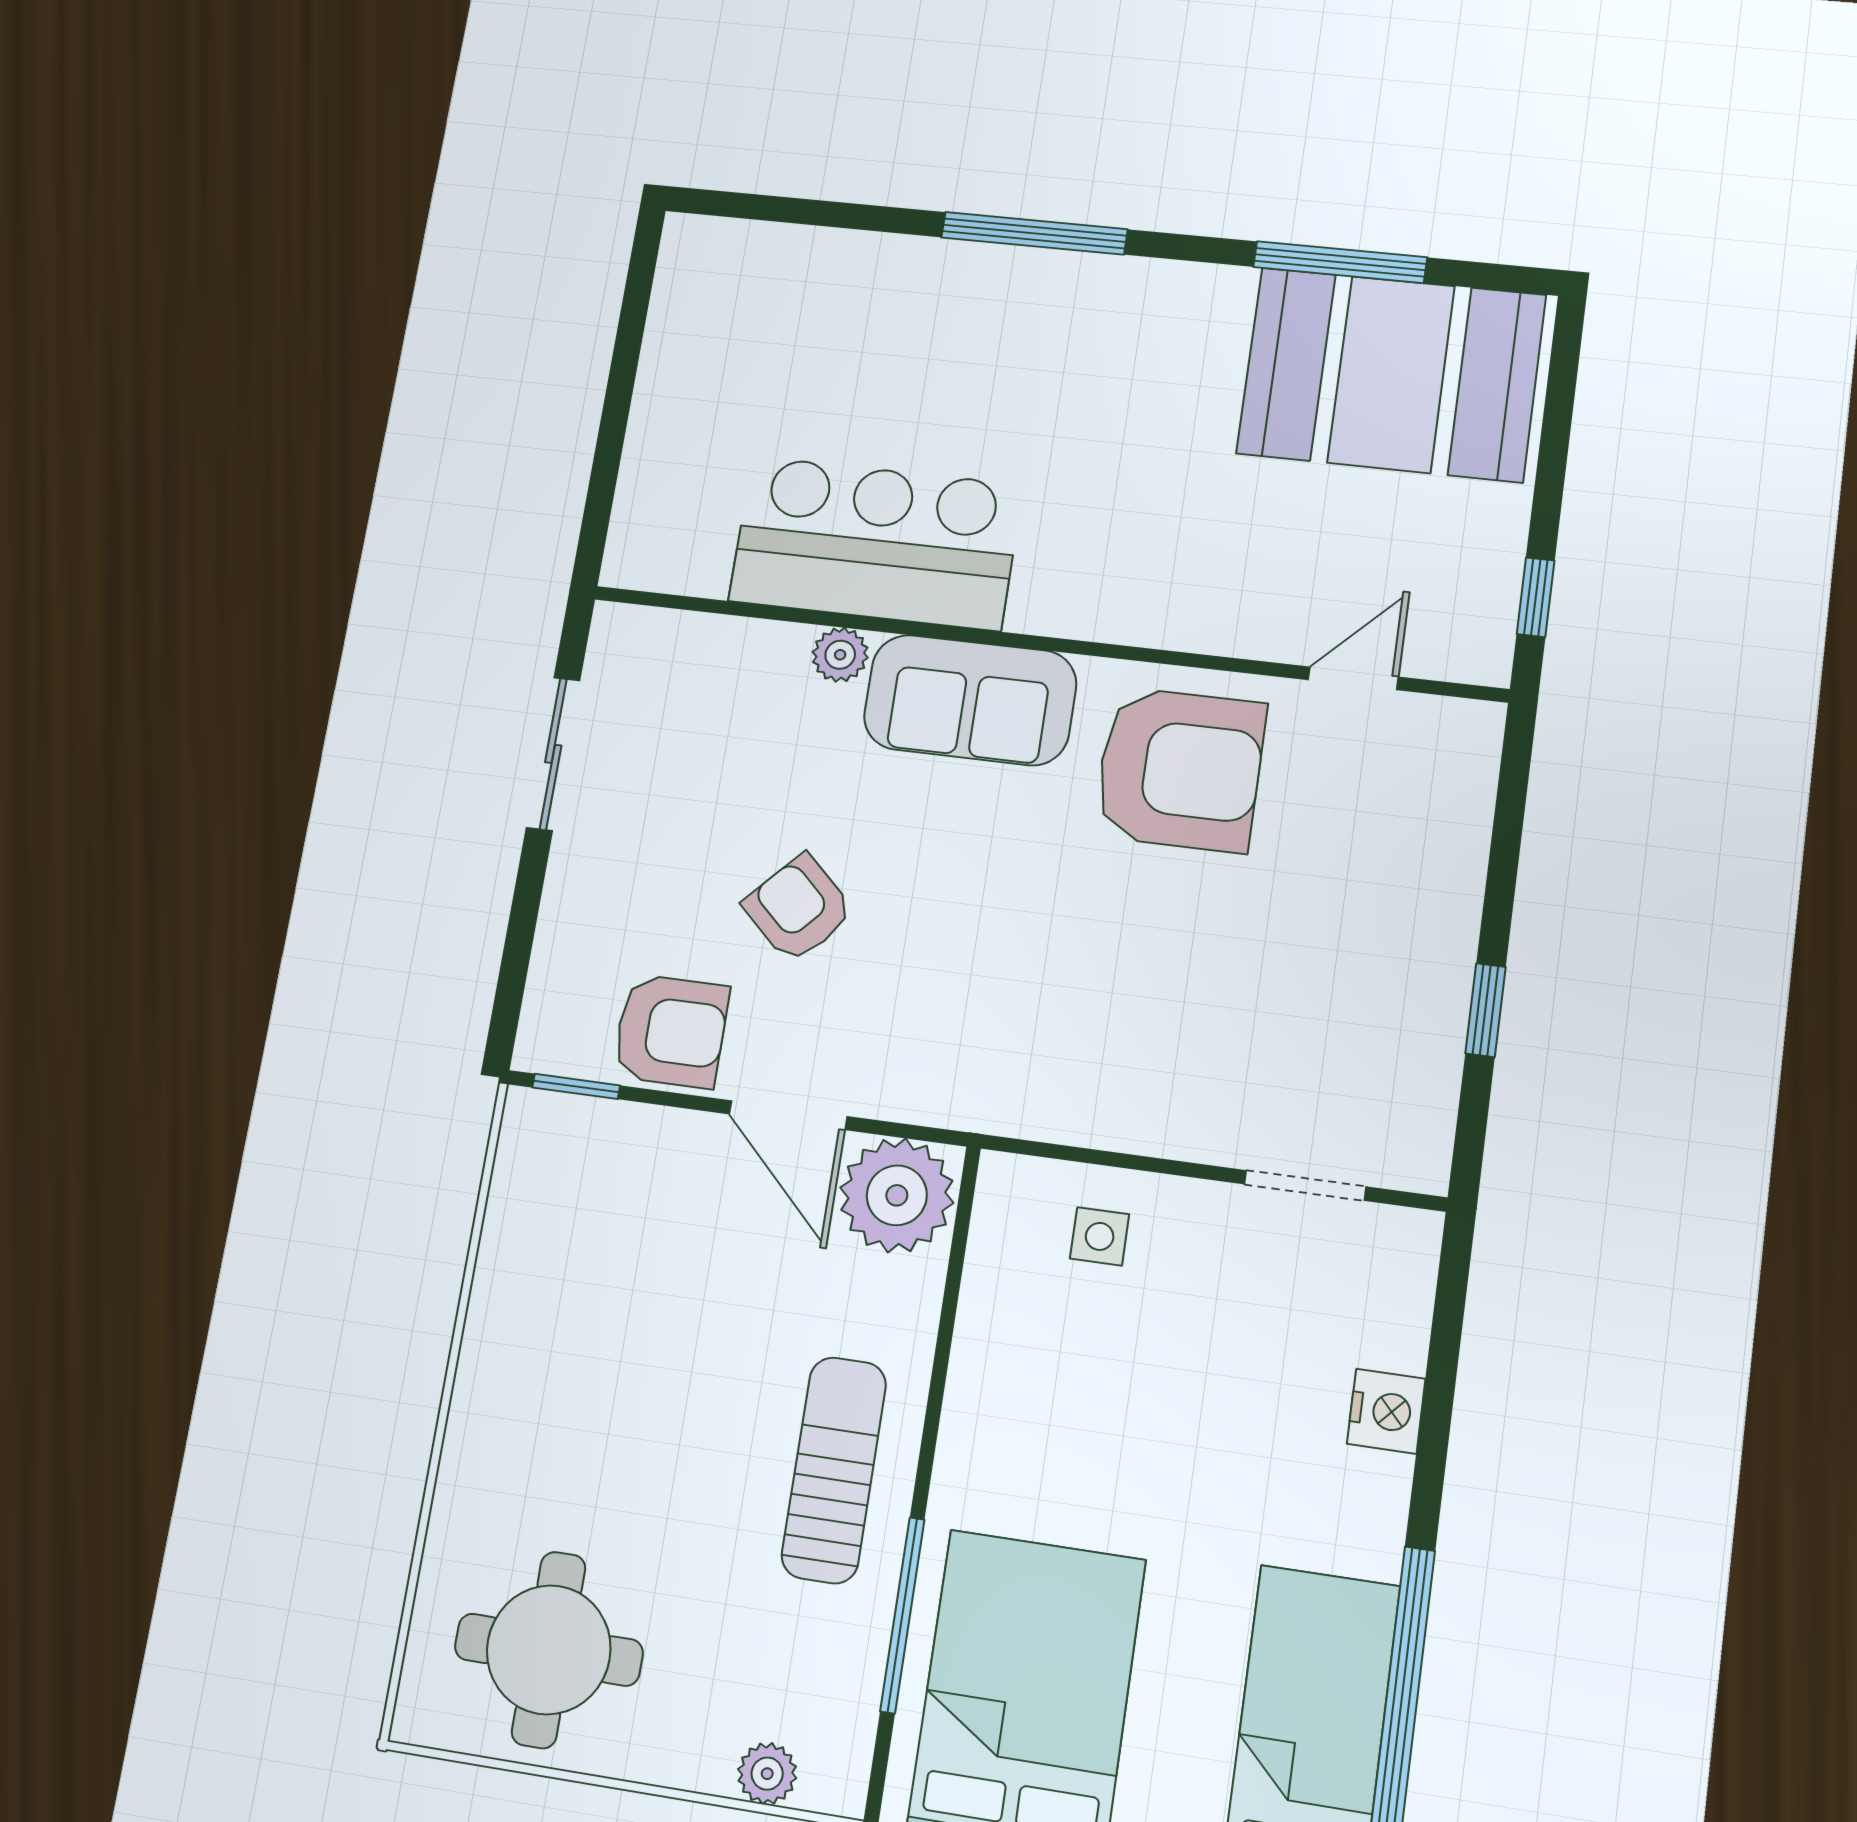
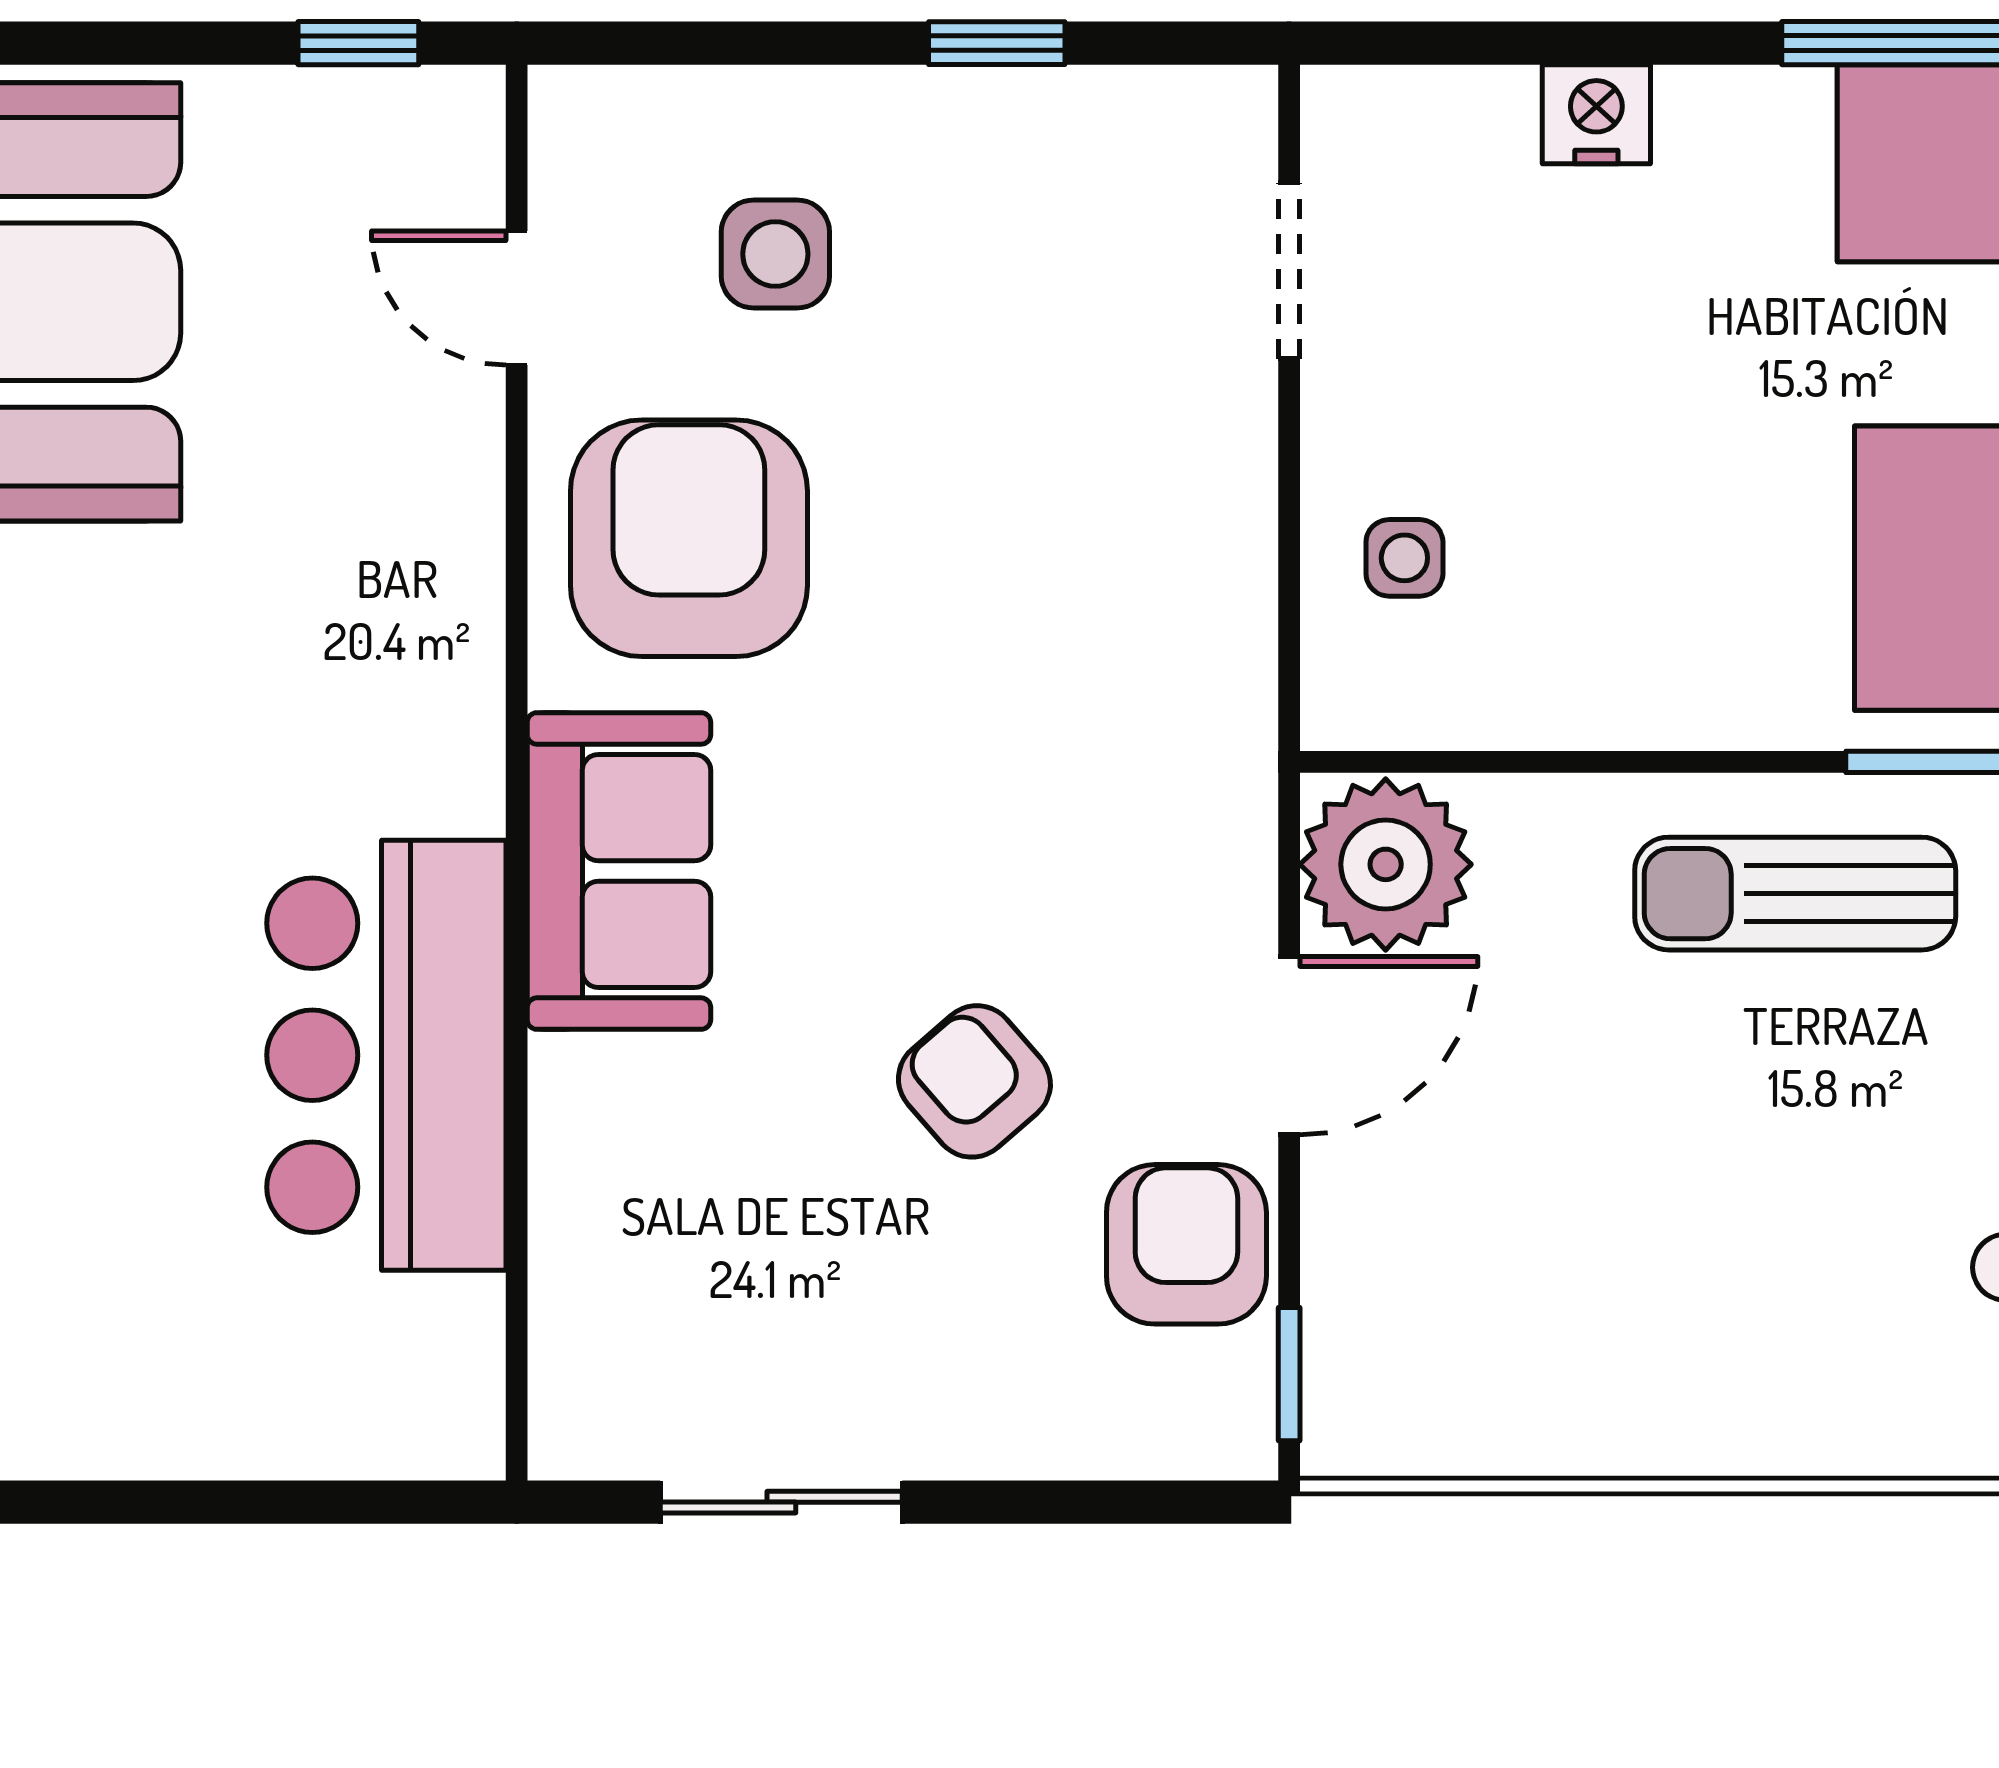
plant: (840, 655) -> (571, 1082), removed
side table: (1361, 847) -> (775, 254), added
armchair: (798, 908) -> (974, 1081), turned 96

